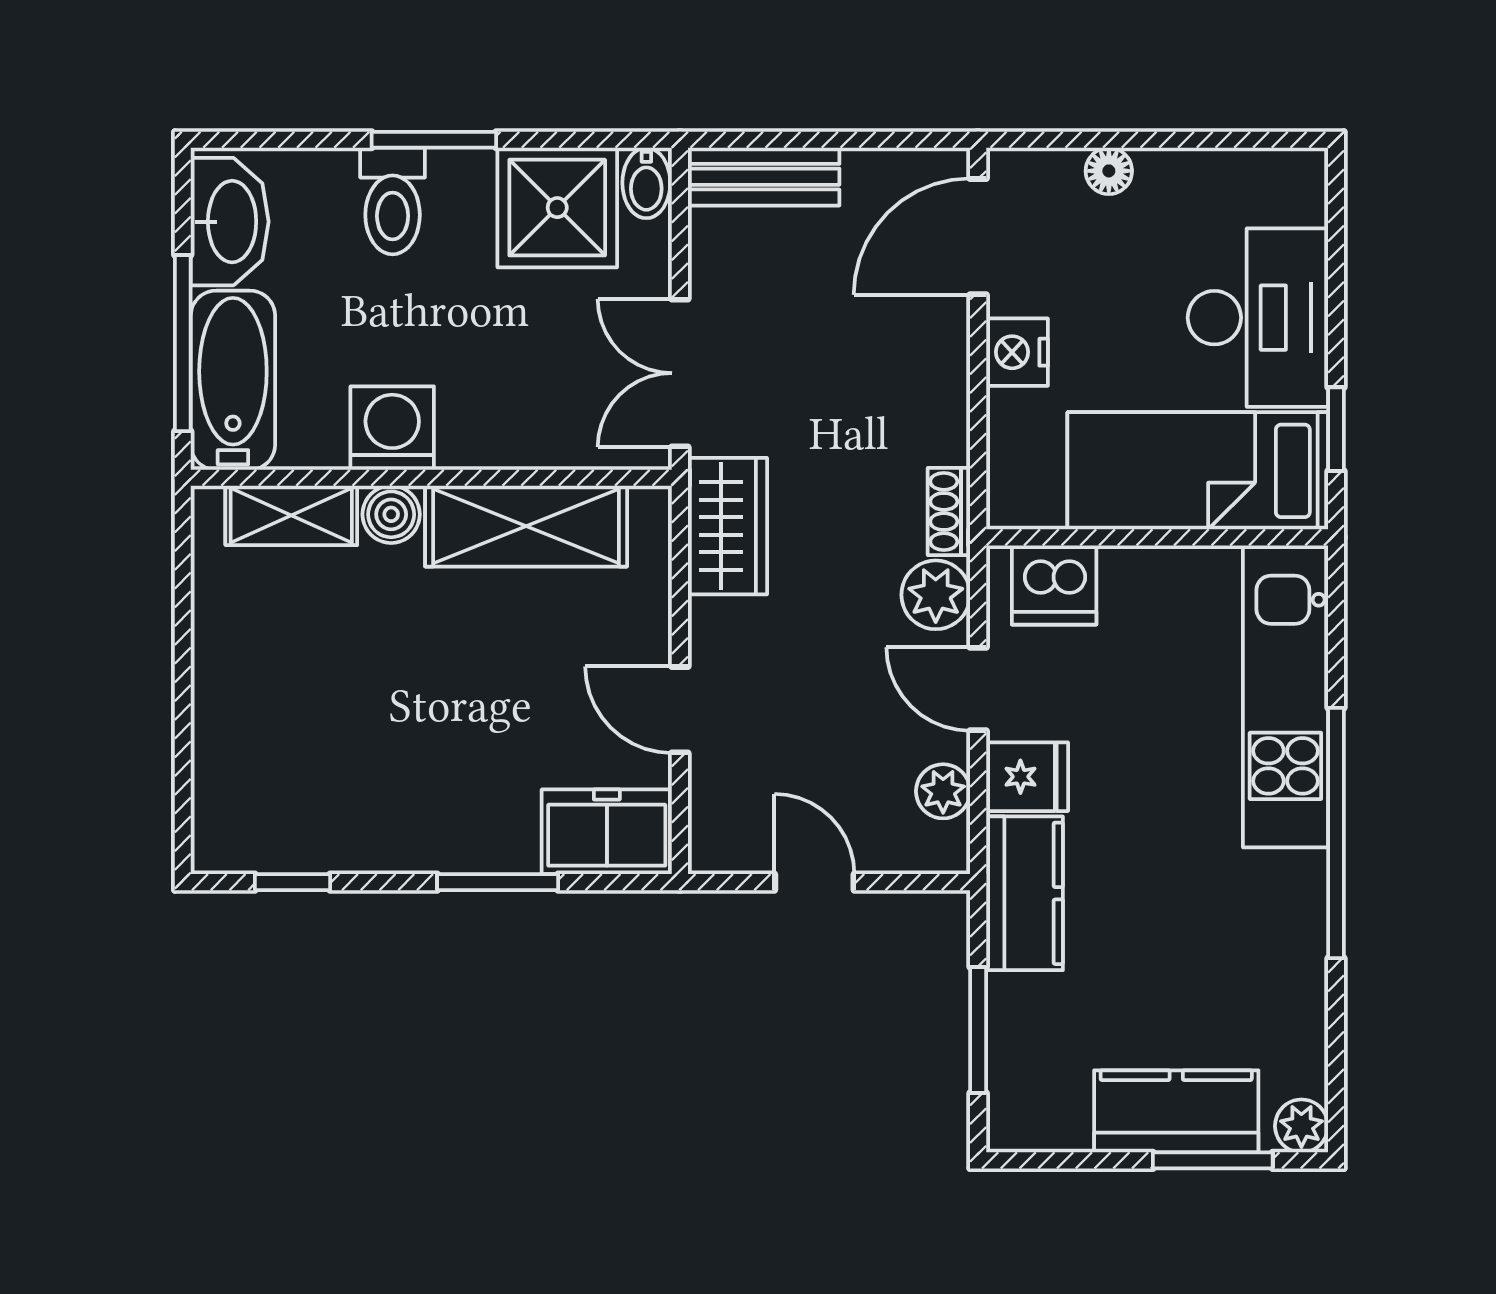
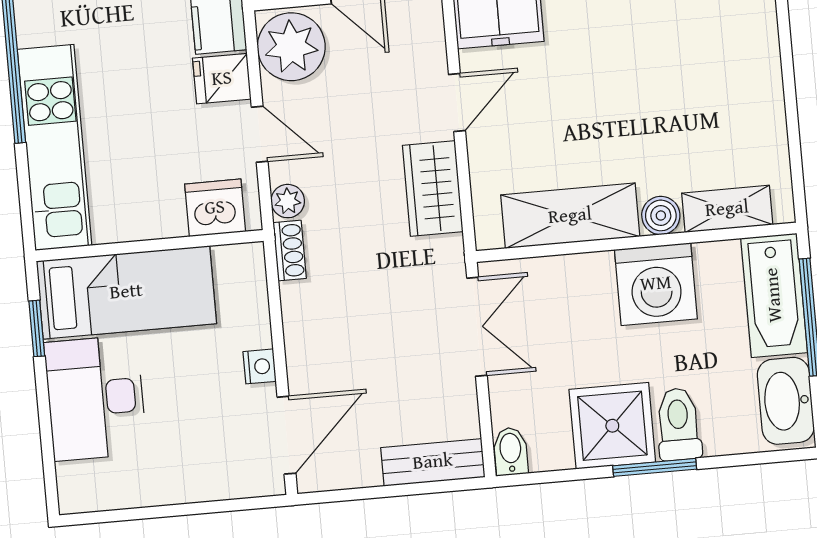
floor lamp: (1109, 171) -> (203, 487), removed
shower: (557, 208) -> (612, 426), moved
nightstand: (1017, 352) -> (260, 366), width x0.72, depth x0.74
washing machine: (392, 428) -> (656, 284), width x1.37, depth x1.37
wardrobe: (727, 526) -> (433, 189), moved
plant: (936, 595) -> (288, 201), width x0.73, depth x0.73
door: (680, 710) -> (457, 103), hinge flipped
plant: (943, 791) -> (291, 47), width x1.88, depth x1.88

